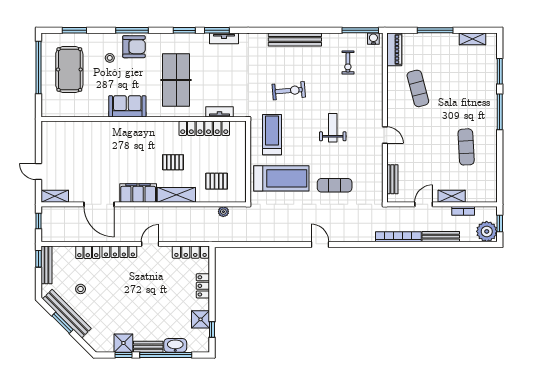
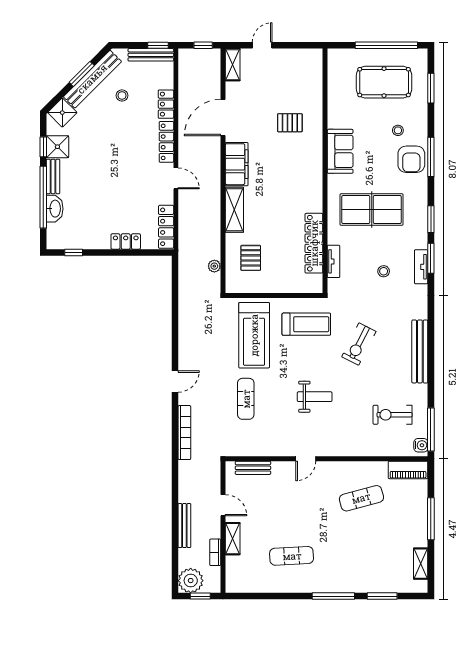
exercise bike: (348, 62) -> (393, 415), width x1.38, depth x1.39
stool: (228, 70) -> (384, 271), added
exercise bike: (289, 91) -> (359, 344), turned 32
pallet: (173, 162) -> (290, 123), moved, turned 90
bookcase: (398, 237) -> (184, 433), moved
shower: (201, 319) -> (62, 113), moved, turned 45

